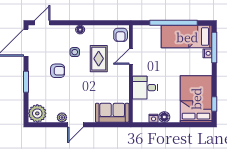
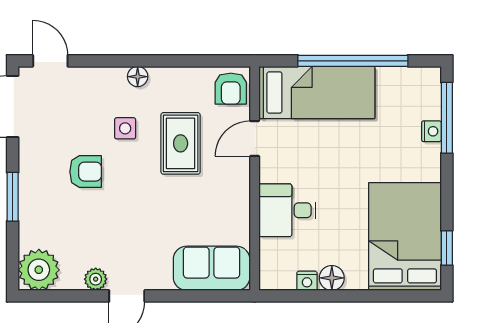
door: (42, 23) -> (50, 61), hinge flipped
bed: (187, 37) -> (317, 92), moved, turned 180

